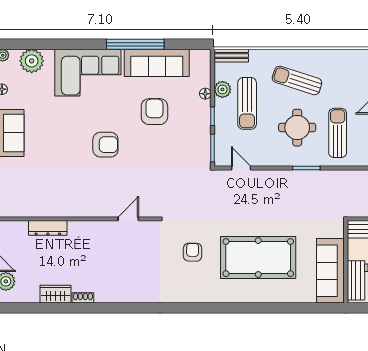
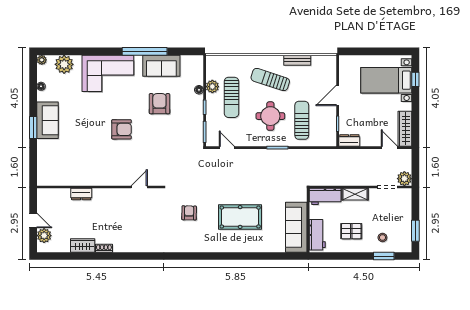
bench: (231, 56) -> (297, 60), moved
sofa: (157, 63) -> (161, 66), width x0.73
dresser: (48, 228) -> (81, 194), width x0.70
pool table: (258, 258) -> (240, 217), width x0.73, depth x0.76

